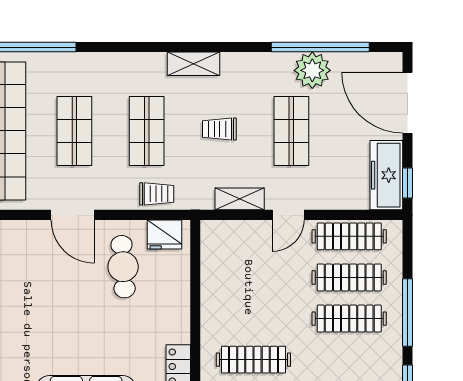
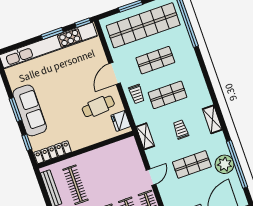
shelving: (194, 64) -> (212, 119), moved
trolley: (157, 194) -> (137, 94), moved
shelving: (240, 199) -> (145, 136), moved
door: (288, 215) -> (151, 177), swing flipped

